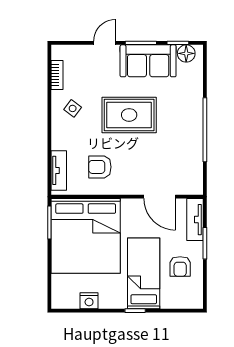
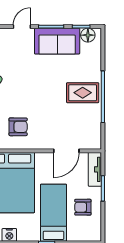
rug: (129, 115) -> (83, 93), moved, width x0.73, depth x0.70
armchair: (100, 167) -> (18, 127), turned 180
door: (160, 197) -> (66, 151), hinge flipped
armchair: (180, 266) -> (83, 207), turned 90

